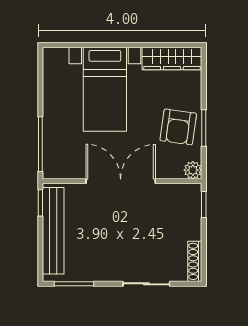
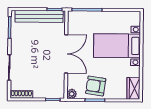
wardrobe: (172, 59) -> (133, 88), width x0.67

